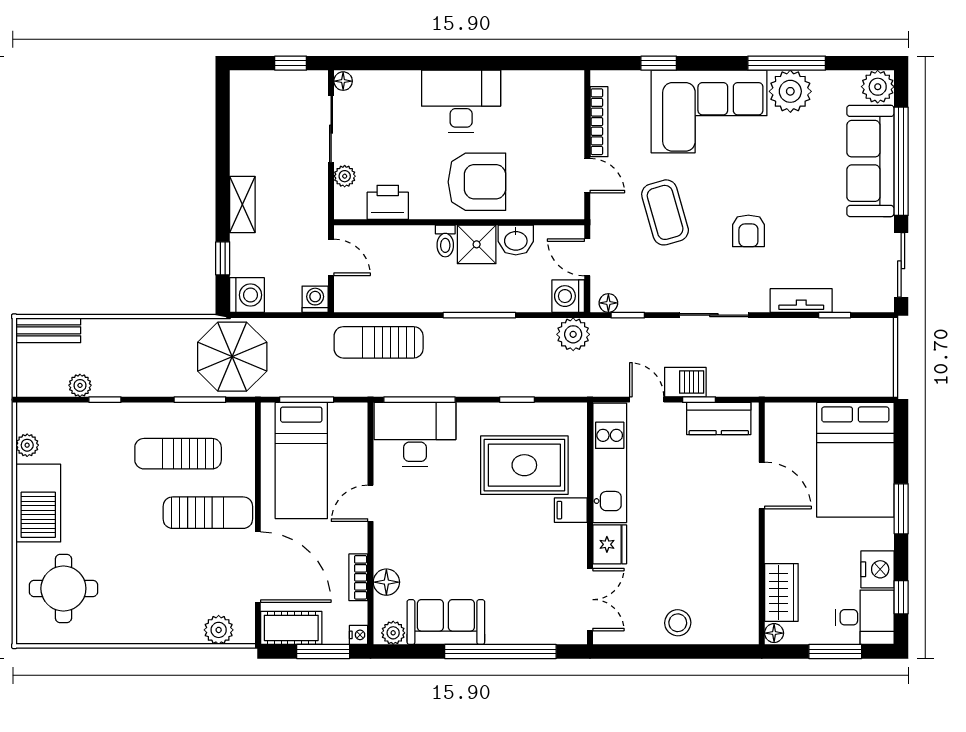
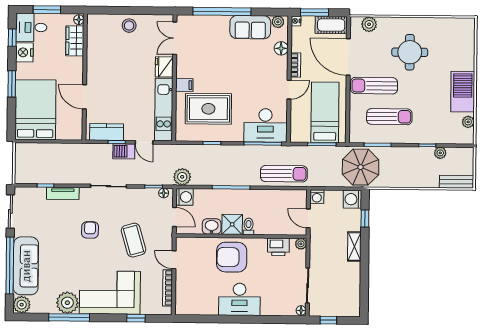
plant: (345, 176) -> (301, 244), moved
bookcase: (358, 577) -> (296, 65), moved
round table: (63, 588) -> (410, 52), moved

